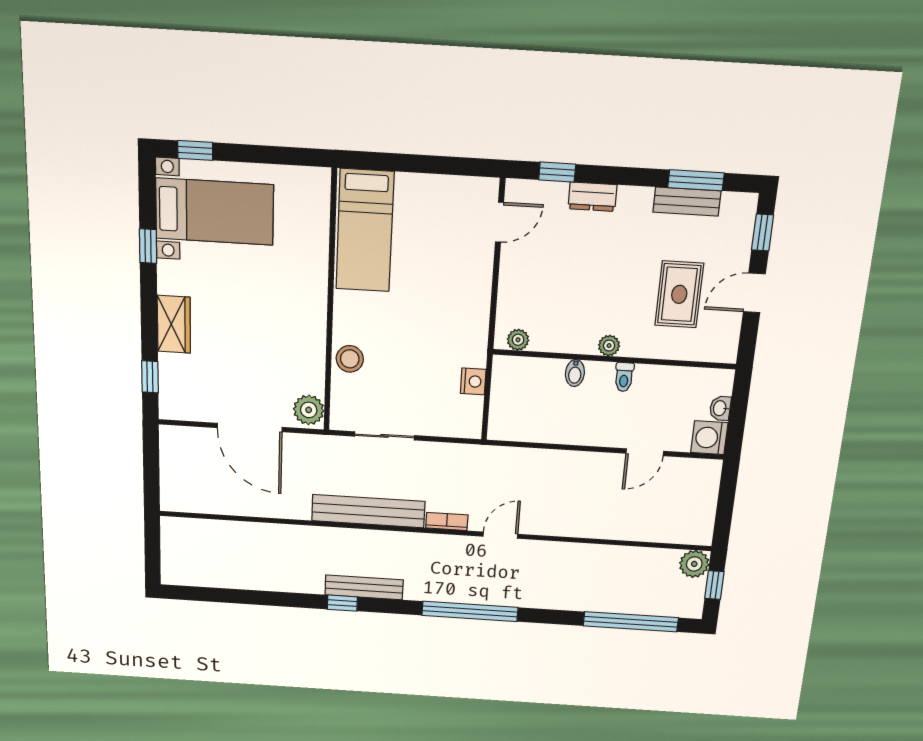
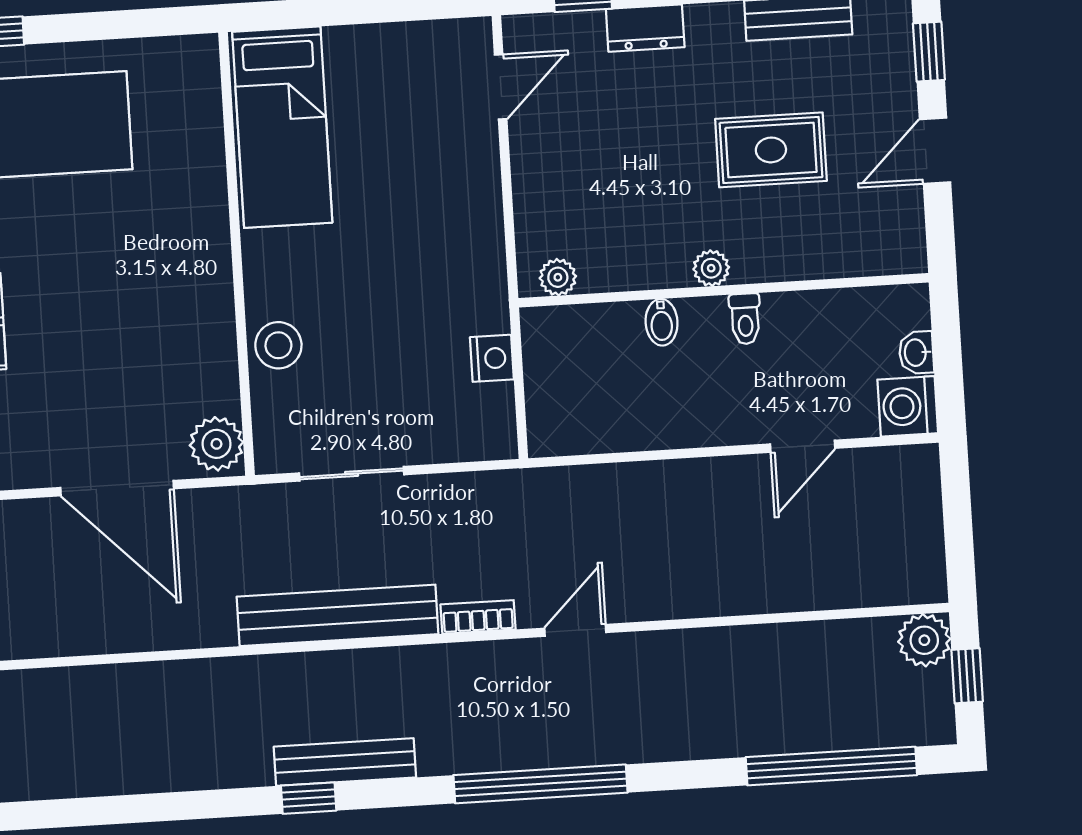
rug: (679, 294) -> (771, 150), moved, turned 90

